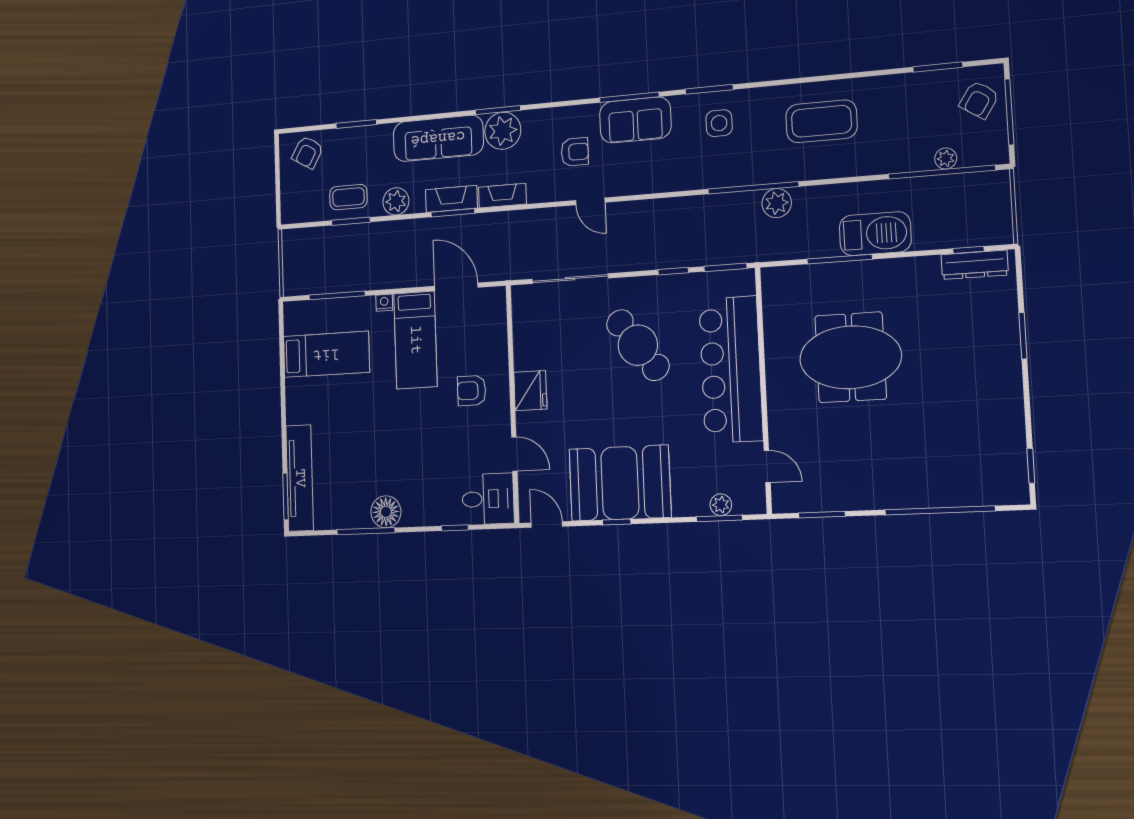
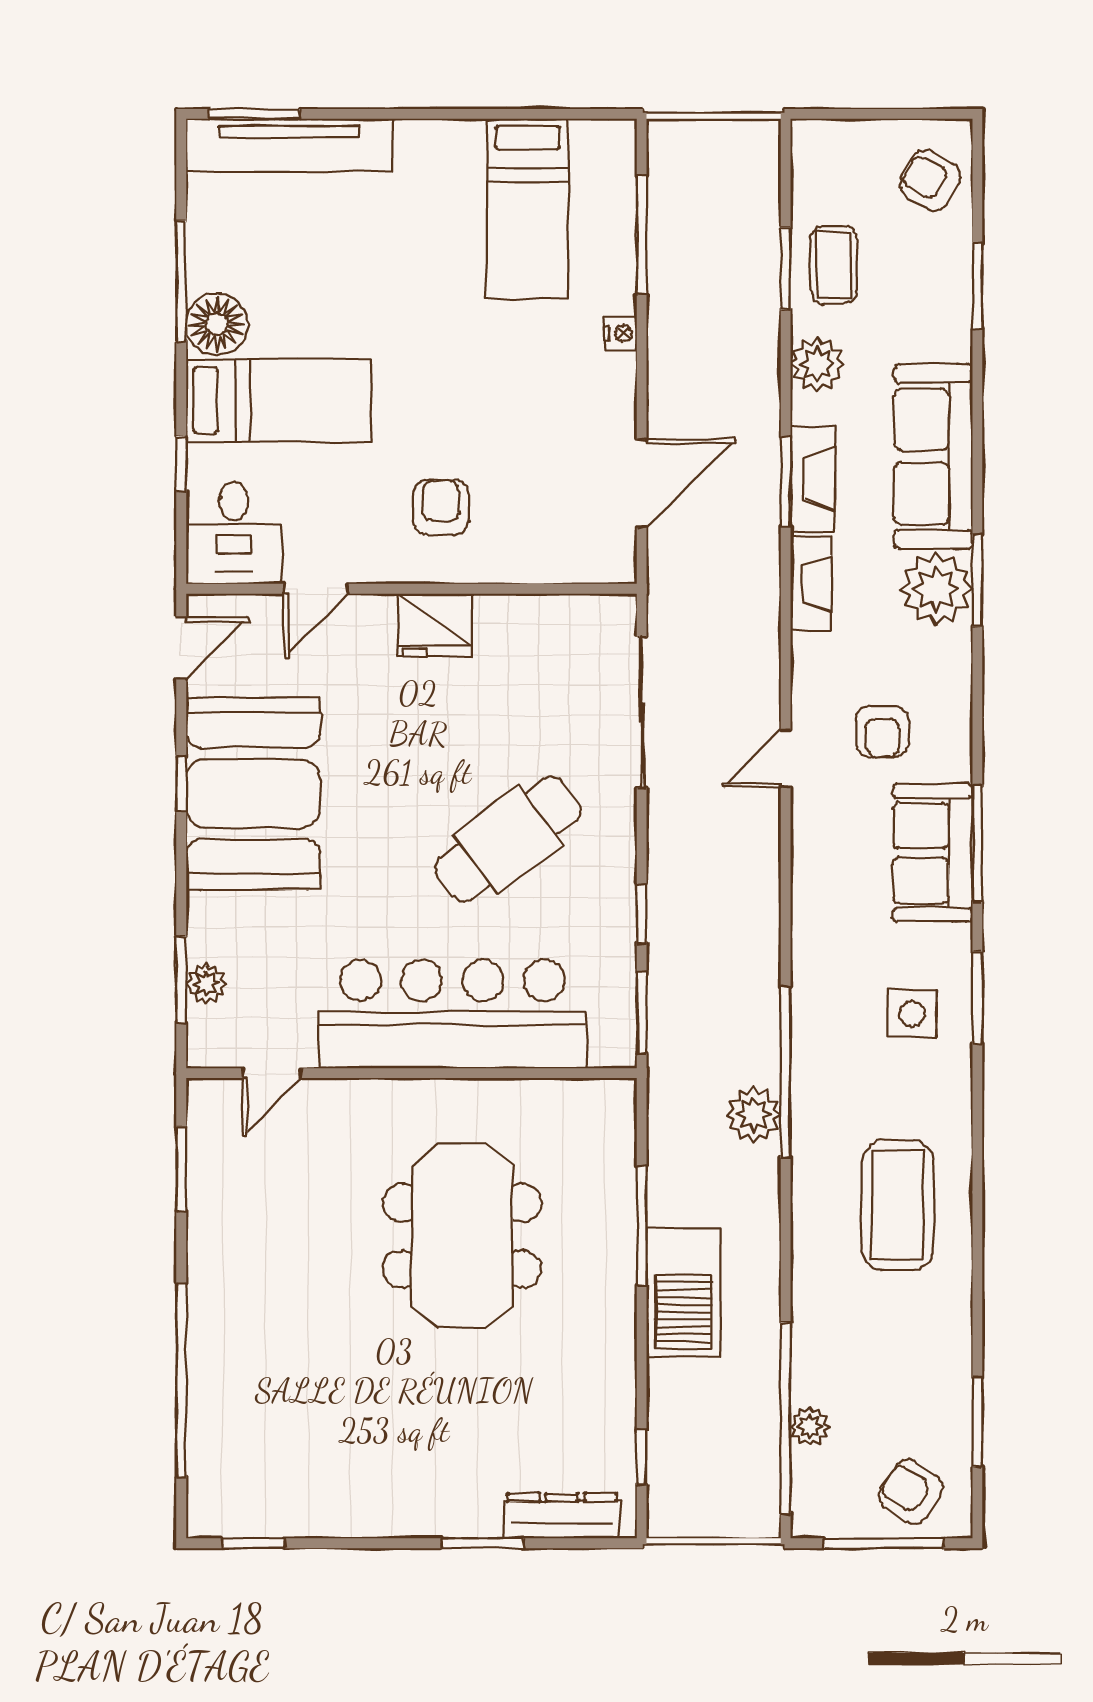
dresser: (975, 265) -> (562, 1516), moved, turned 90
bed: (415, 340) -> (279, 400), moved, turned 180

